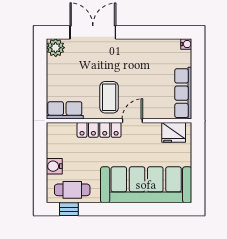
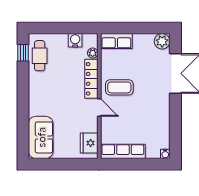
row of seats: (65, 110) -> (116, 41), moved, turned 90
plant: (69, 128) -> (93, 53), added
water cooler: (54, 166) -> (75, 40), moved
sofa: (146, 185) -> (41, 137), width x0.54, depth x0.79

